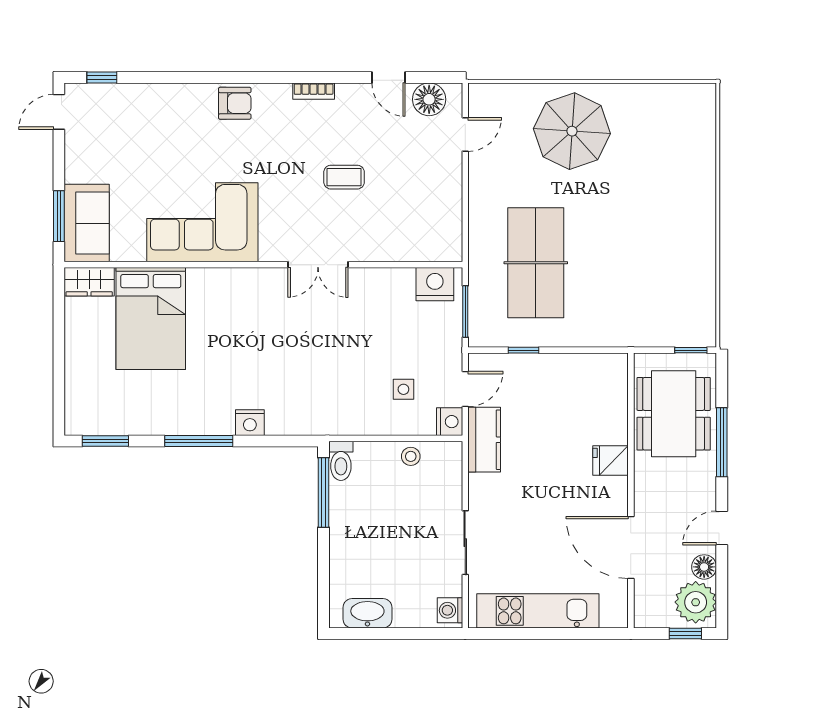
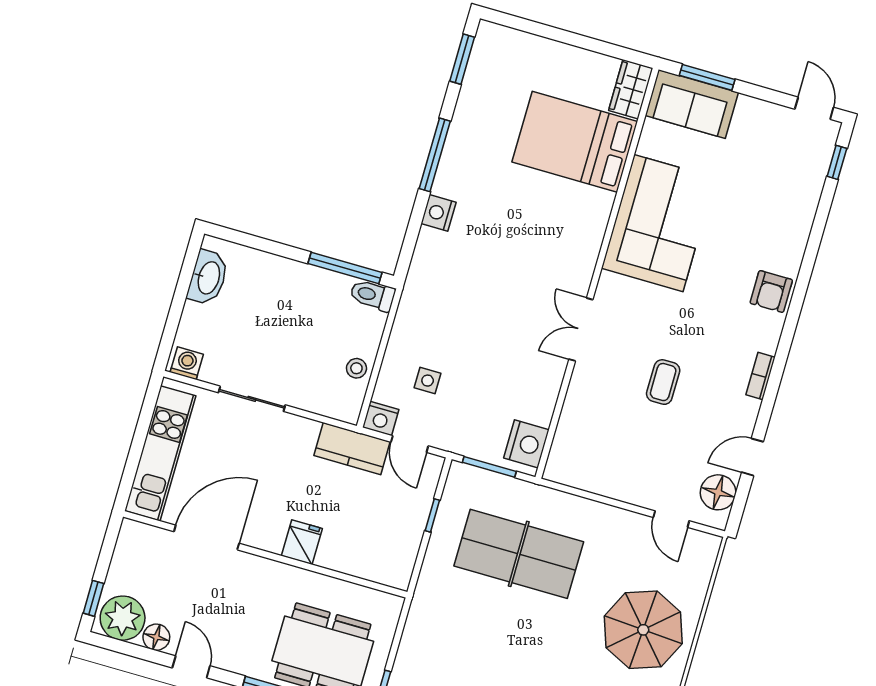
fridge: (611, 461) -> (302, 542), moved
wall: (631, 490) -> (265, 554), moved
door: (631, 548) -> (207, 537), moved

